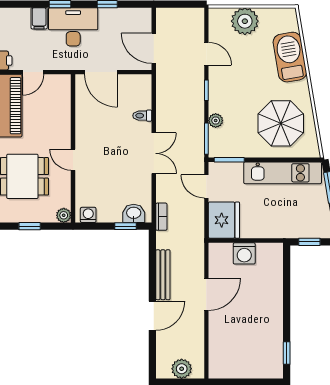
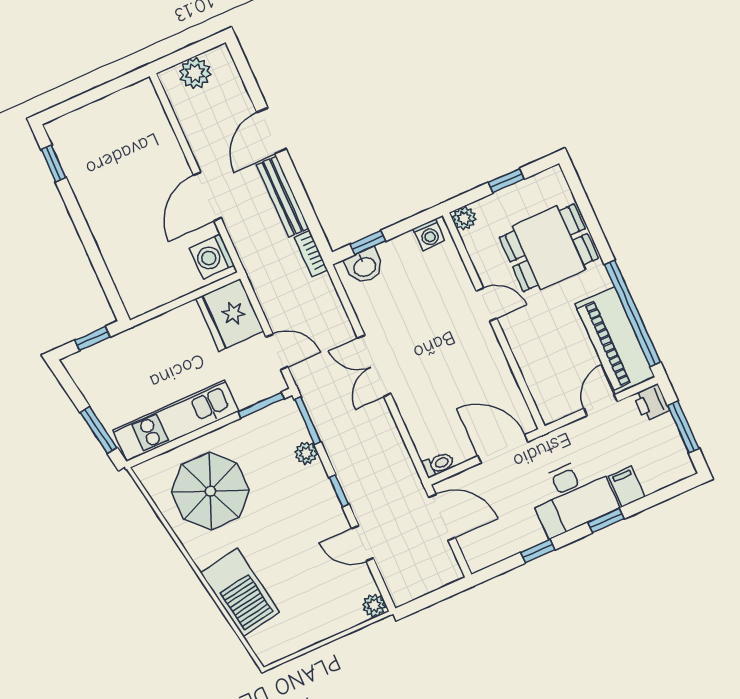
plant: (245, 21) -> (374, 606), moved, width x0.53, depth x0.53
toilet: (142, 116) -> (438, 464), moved
bookcase: (161, 217) -> (311, 254), moved
washing machine: (244, 253) -> (212, 257), moved, turned -90

